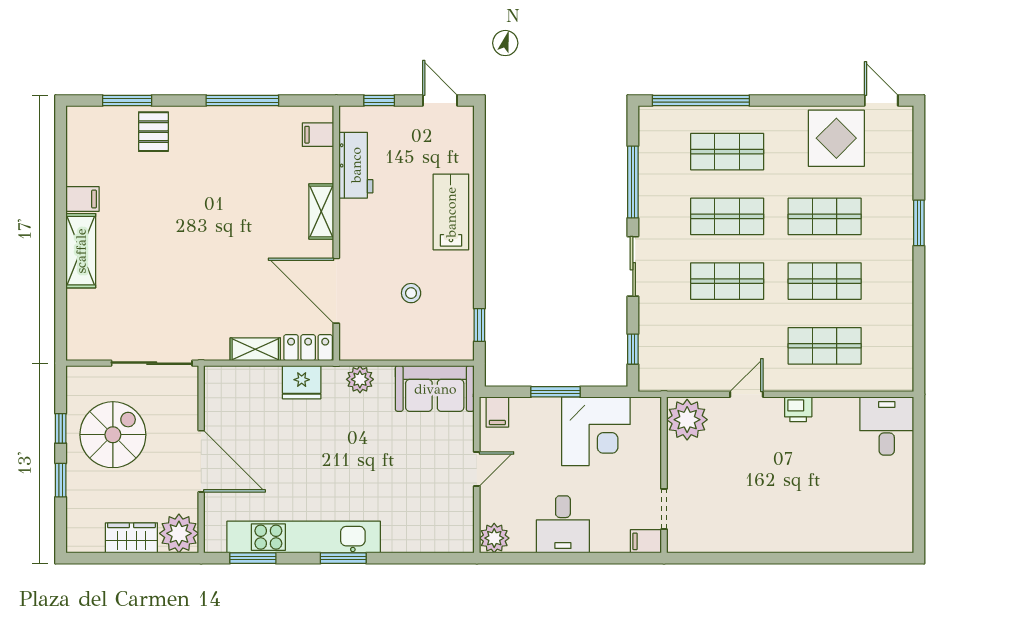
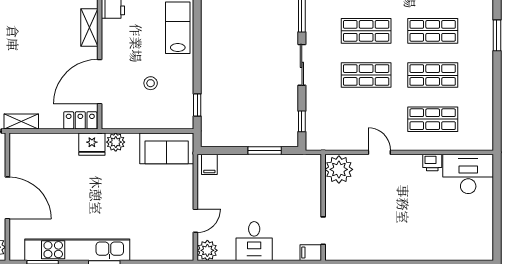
door: (336, 291) -> (100, 82), hinge flipped
shelving: (255, 349) -> (21, 121), moved
fridge: (302, 382) -> (92, 144), moved
window: (556, 392) -> (265, 151), moved
door: (746, 394) -> (379, 152), hinge flipped
printer: (798, 409) -> (432, 163), moved
desk: (887, 426) -> (468, 174), width x1.37
corner desk: (596, 431) -> (277, 177), removed
door: (477, 469) -> (195, 221), moved

